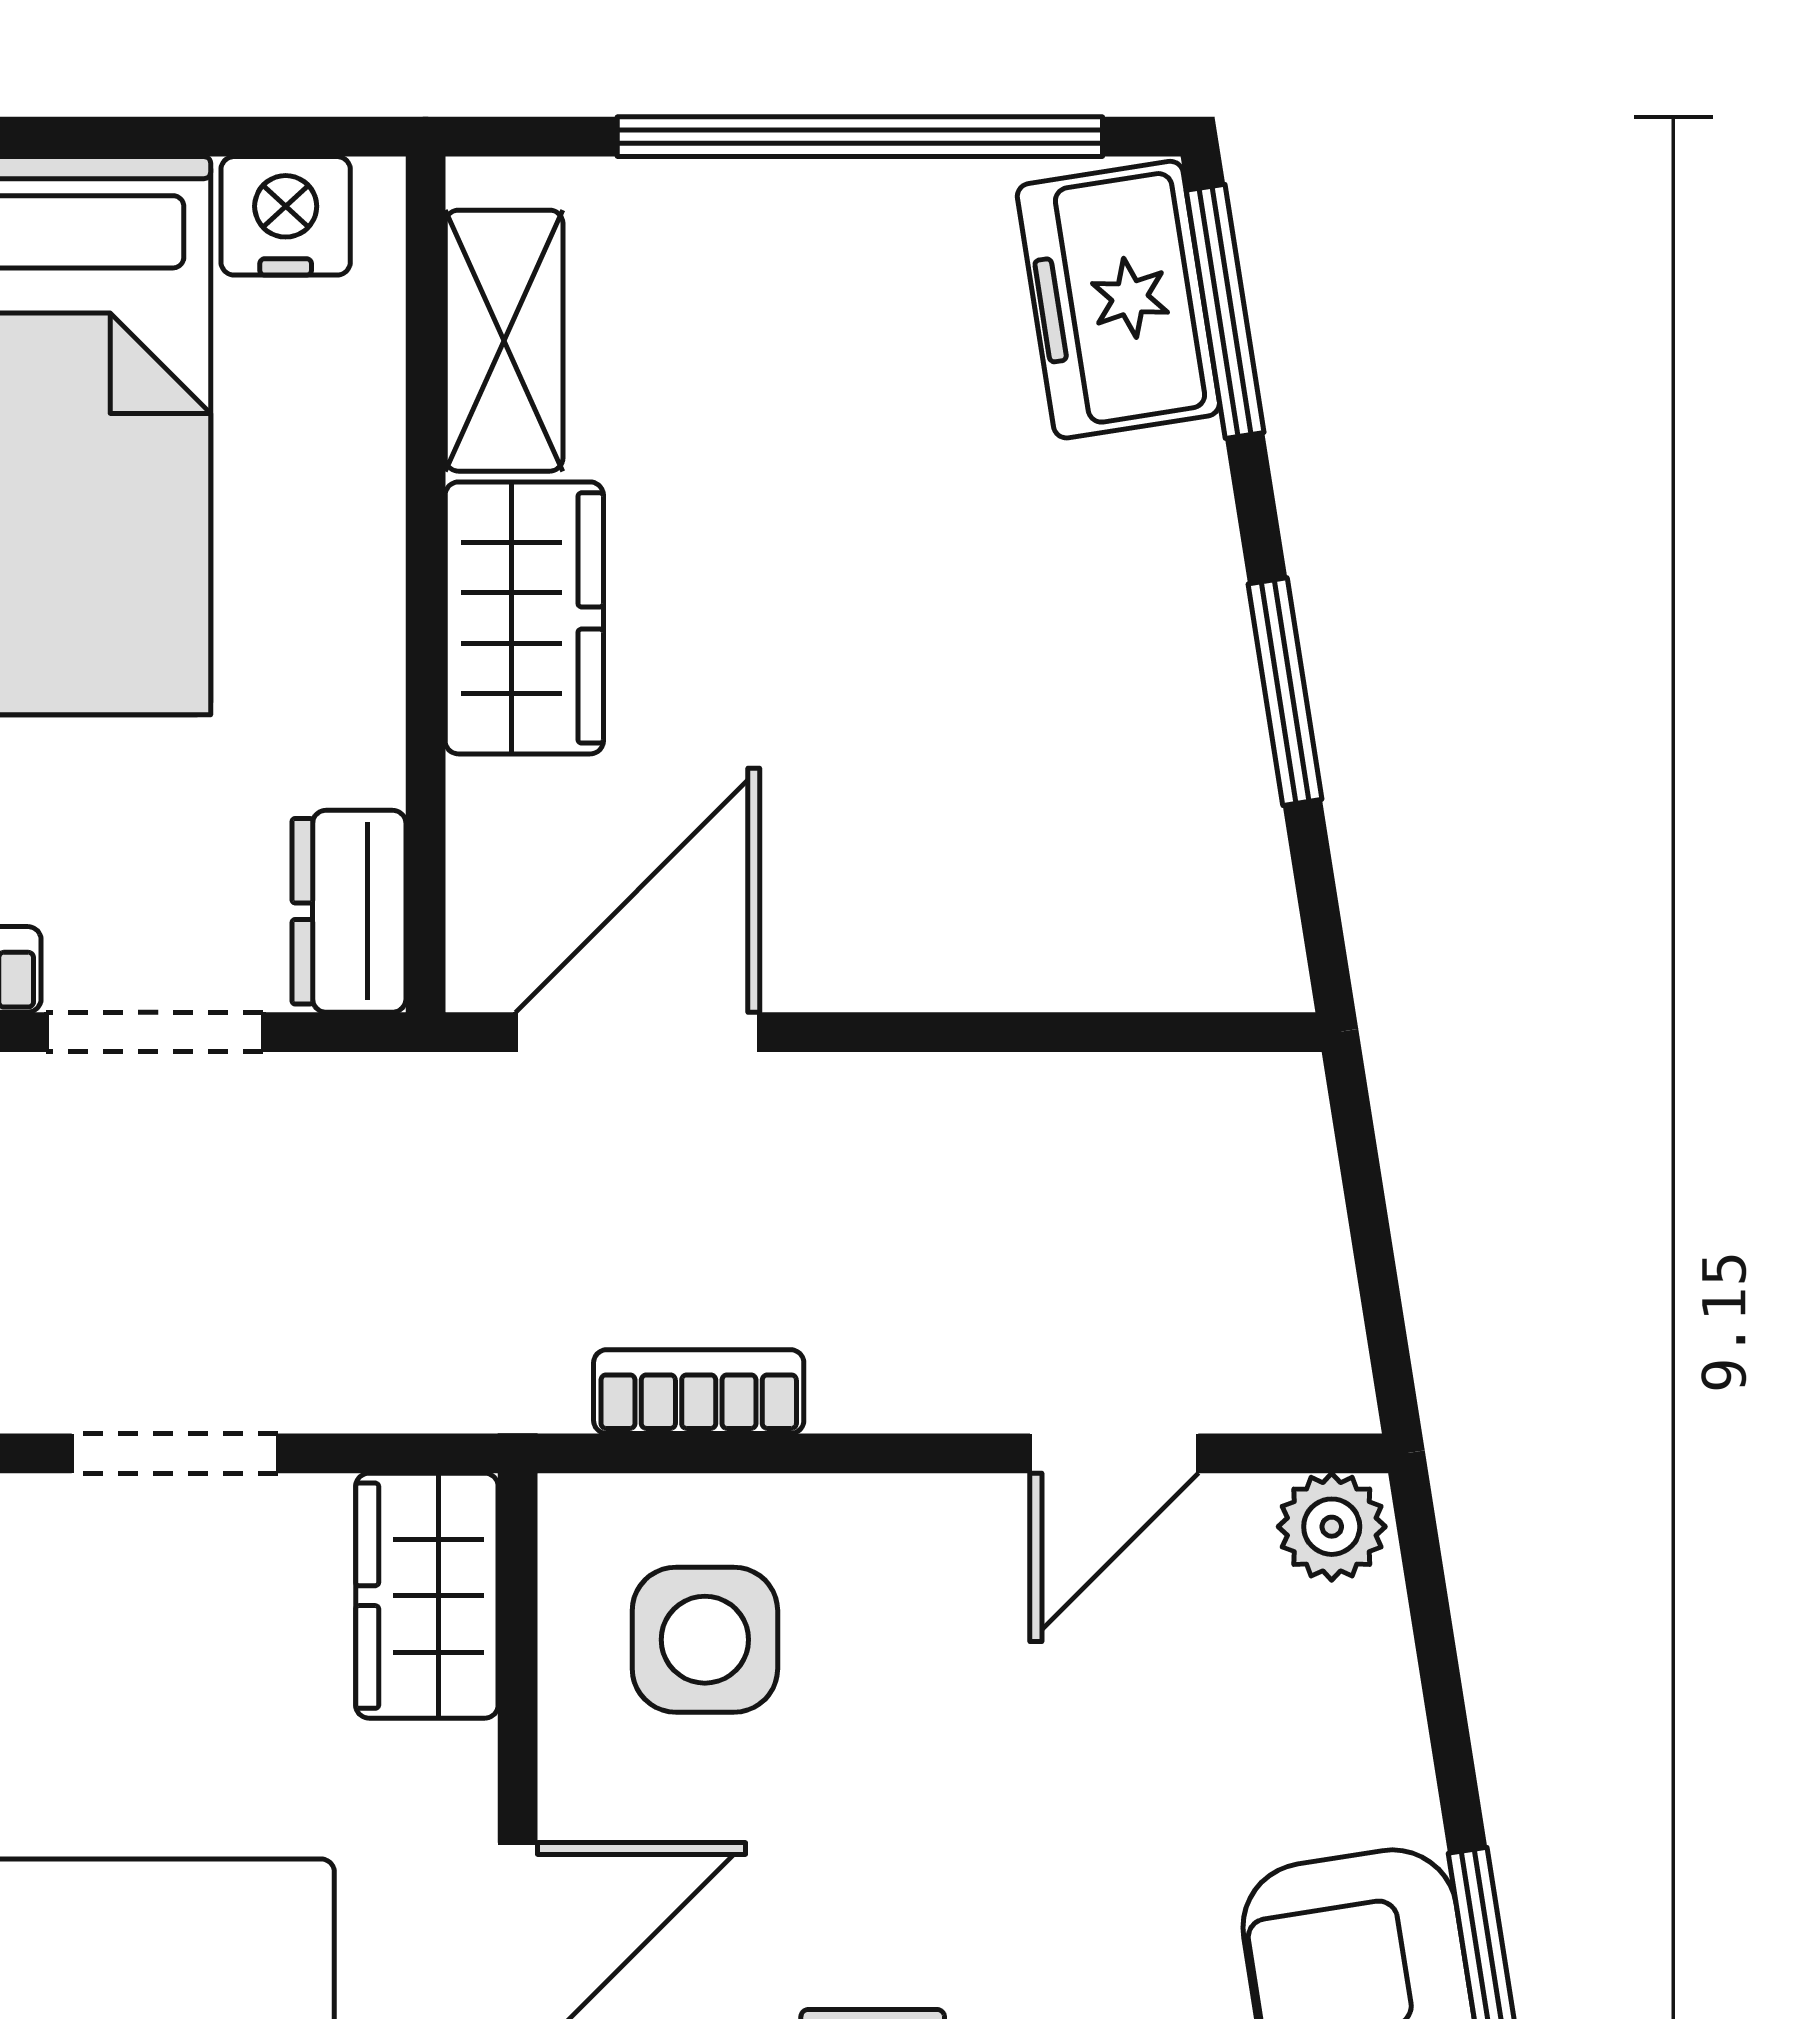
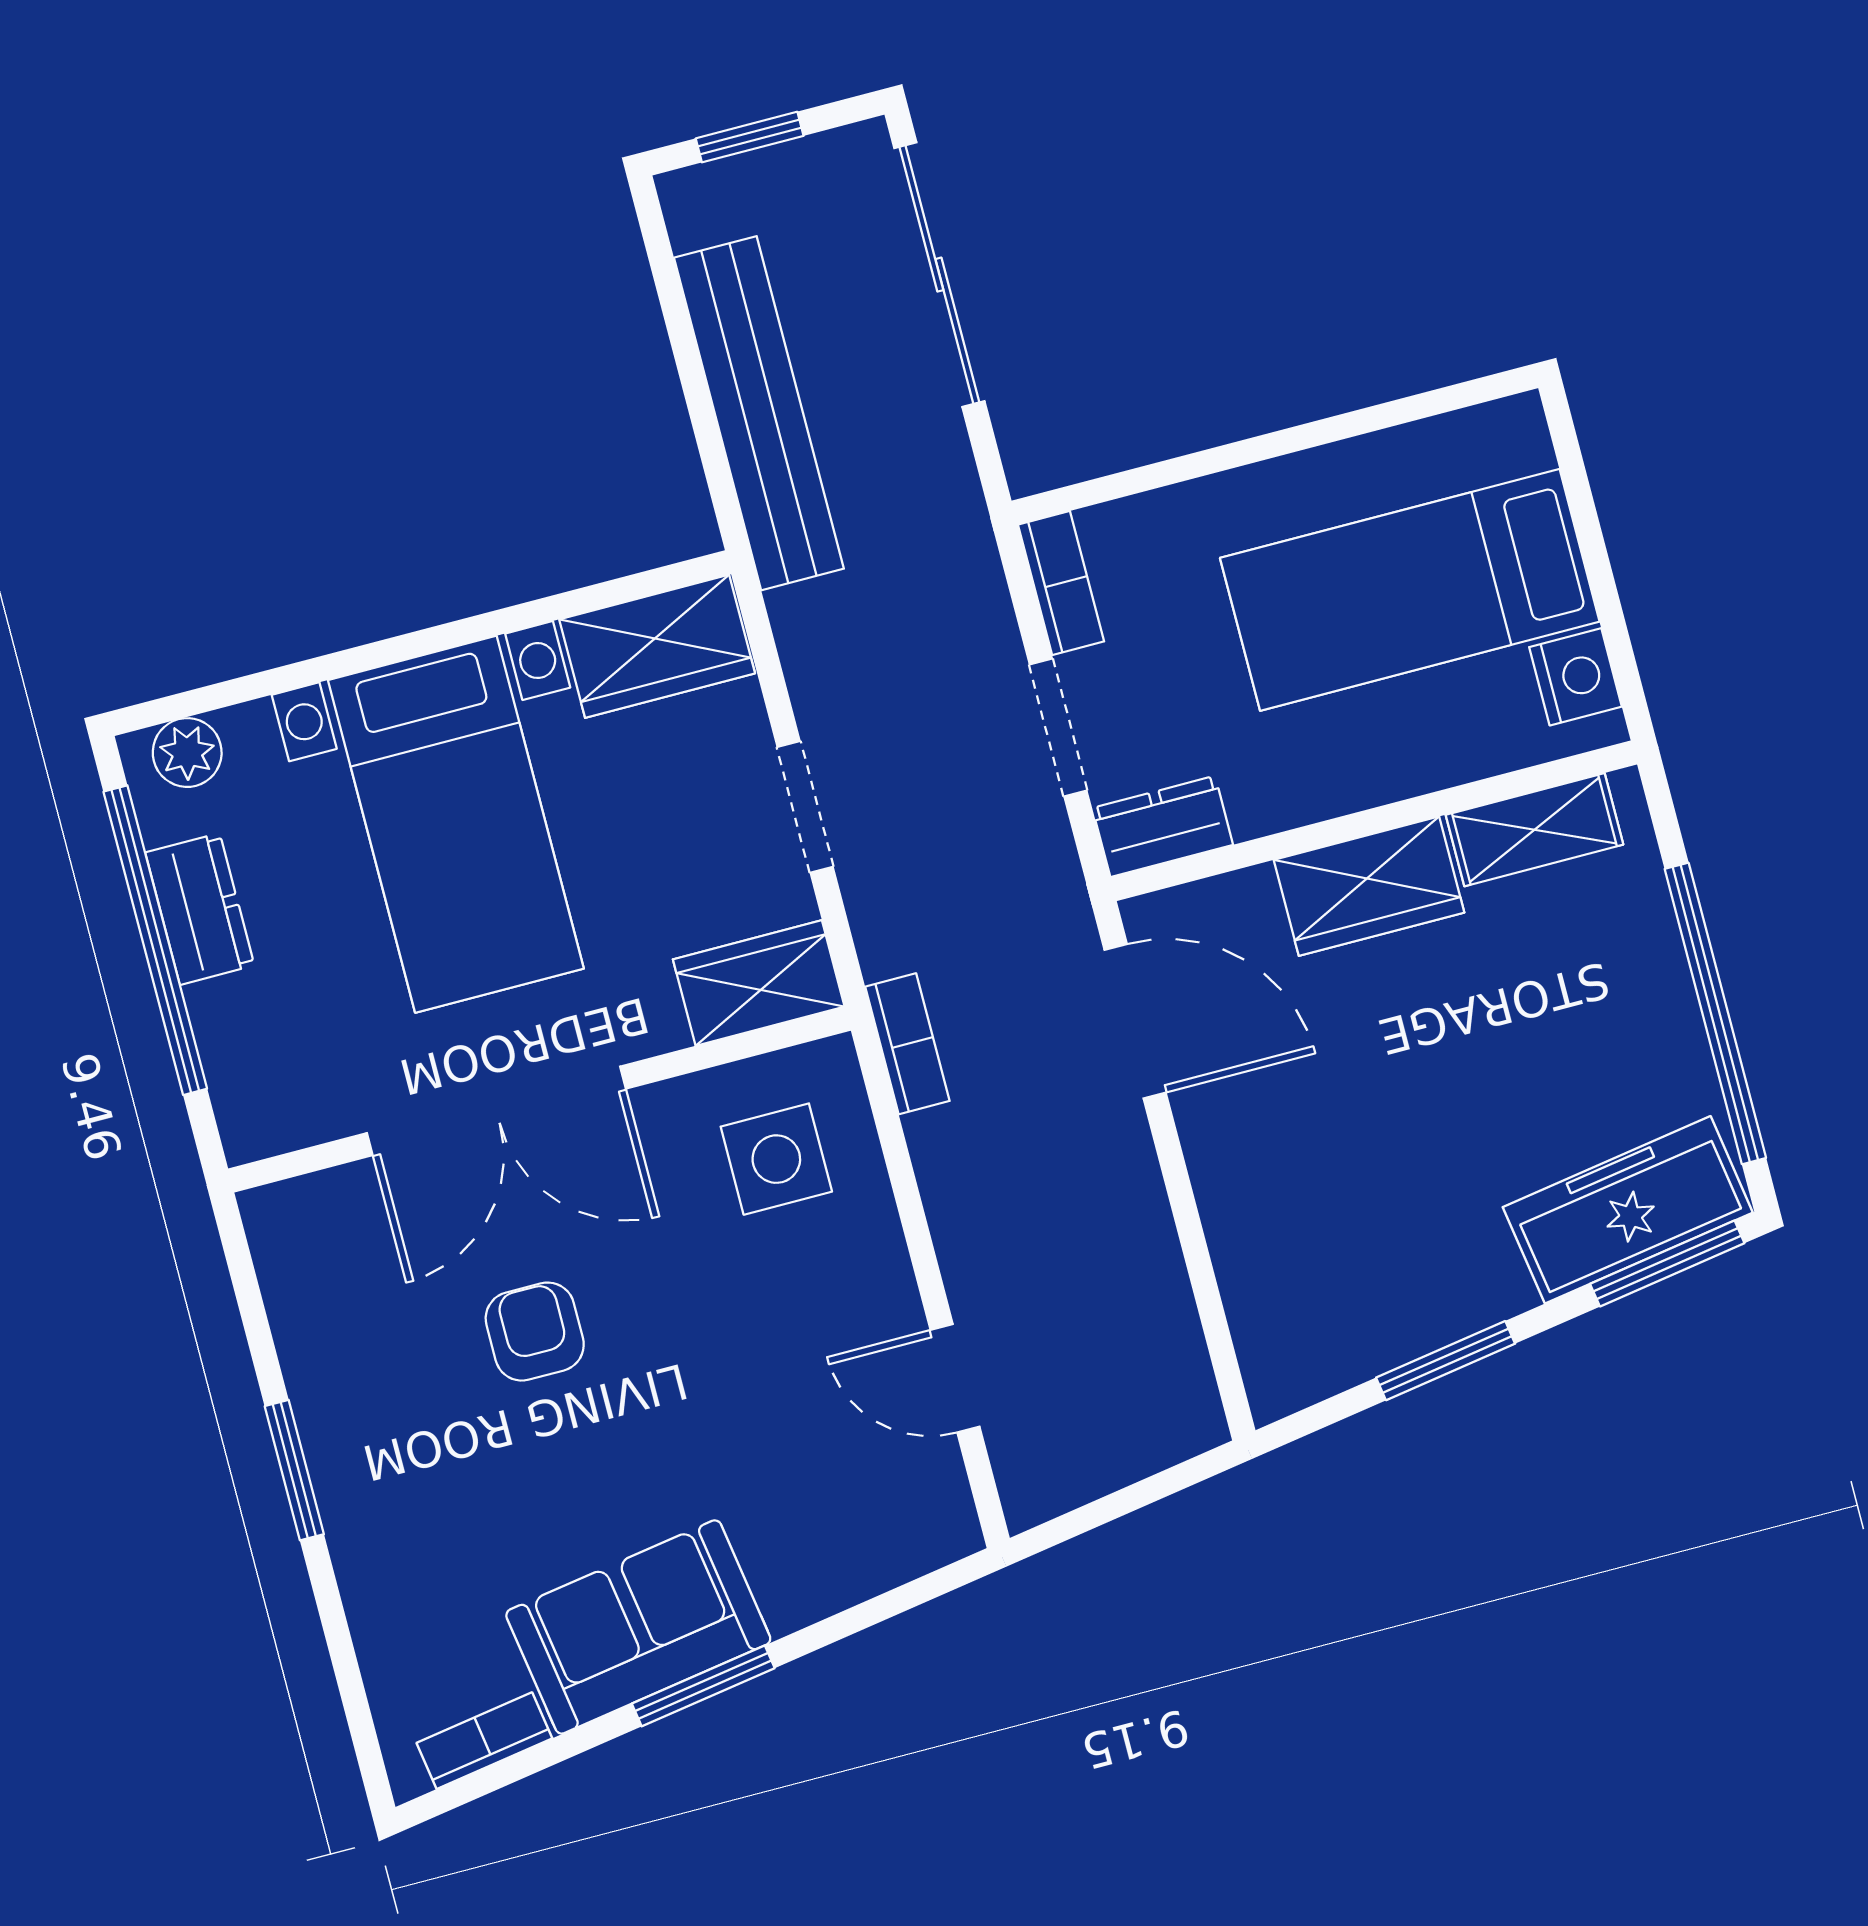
freezer: (1118, 300) -> (1628, 1210), width x1.40
bookcase: (699, 1392) -> (907, 1044), moved
plant: (1332, 1527) -> (945, 1522), removed

